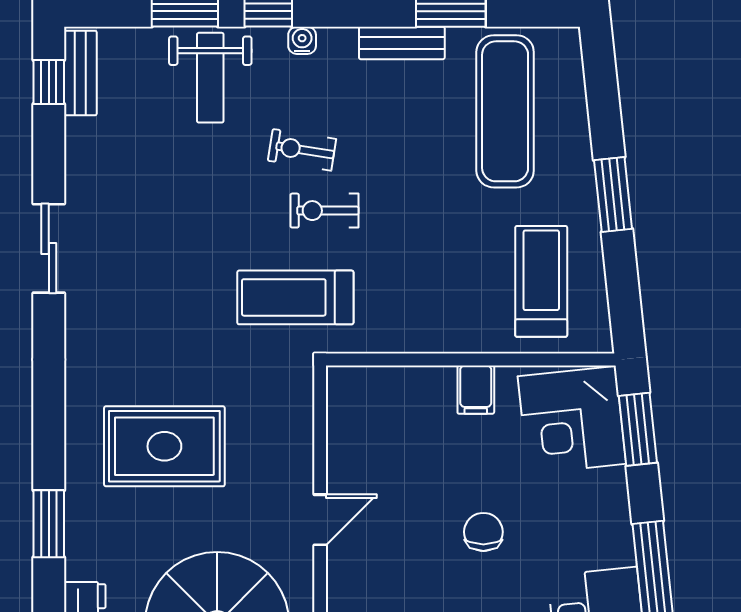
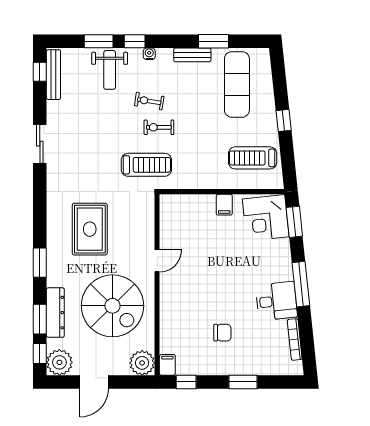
bench: (80, 73) -> (53, 75), width x1.36
window: (613, 195) -> (284, 120), width x0.67
treadmill: (541, 281) -> (253, 158), turned -90
treadmill: (295, 297) -> (146, 165), turned 180
rug: (164, 446) -> (90, 229), turned 90
chair: (483, 532) -> (228, 266), removed

